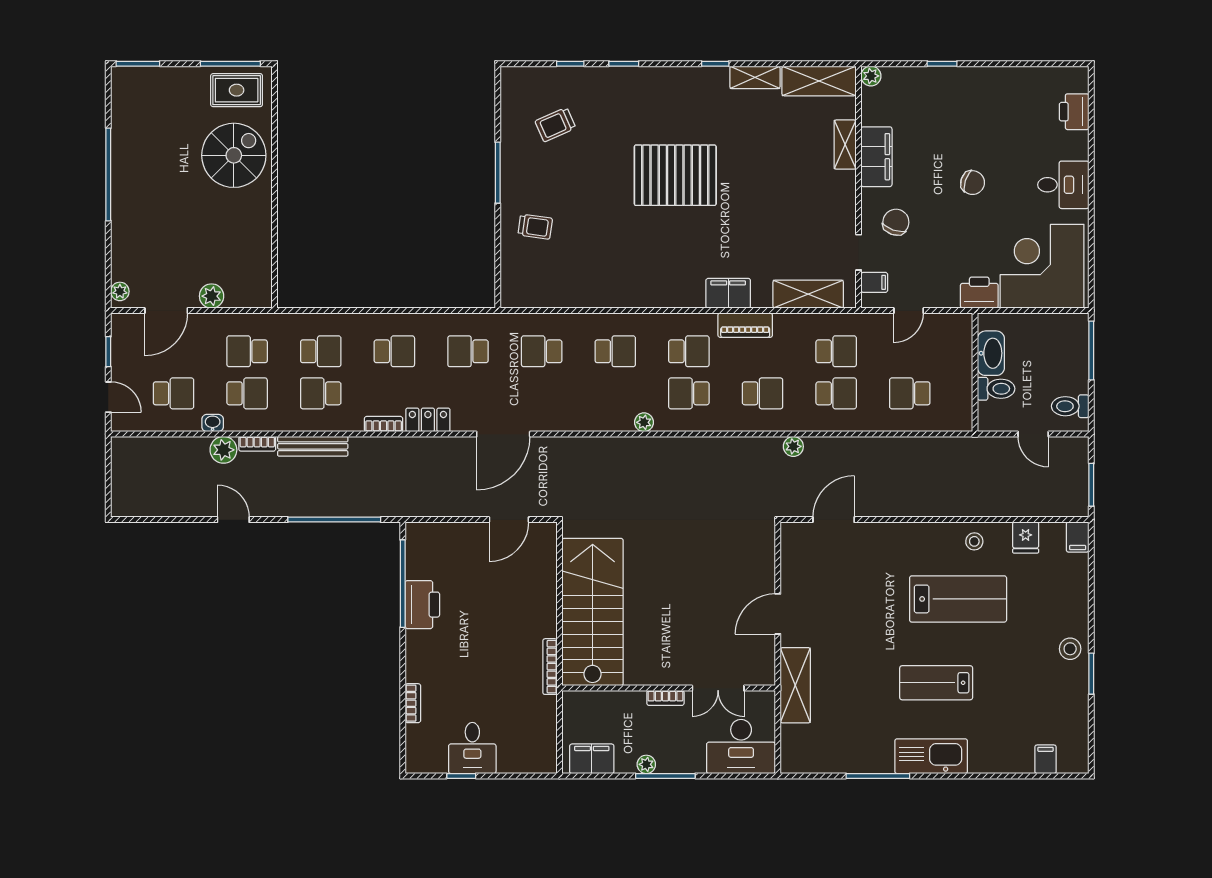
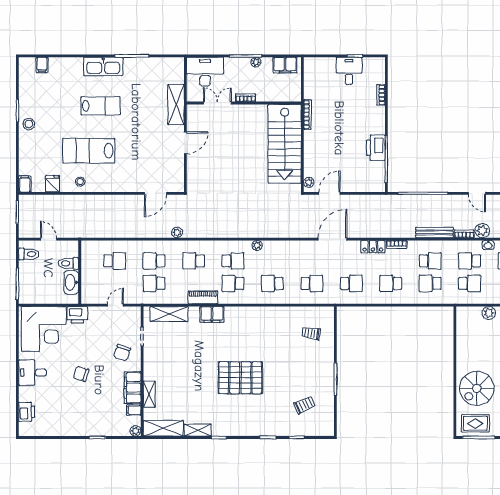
trolley: (535, 227) -> (311, 333), moved
filing cabinet: (874, 282) -> (134, 410), moved
plant: (548, 540) -> (309, 182), added

